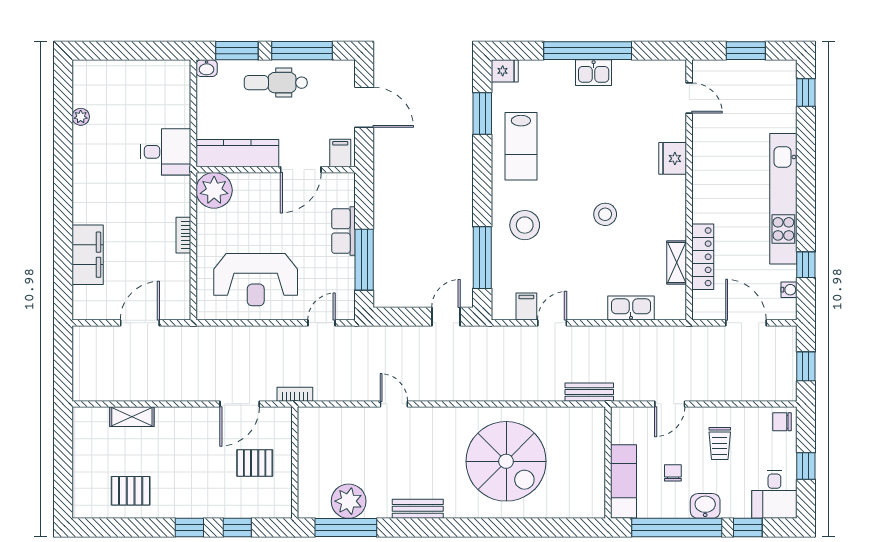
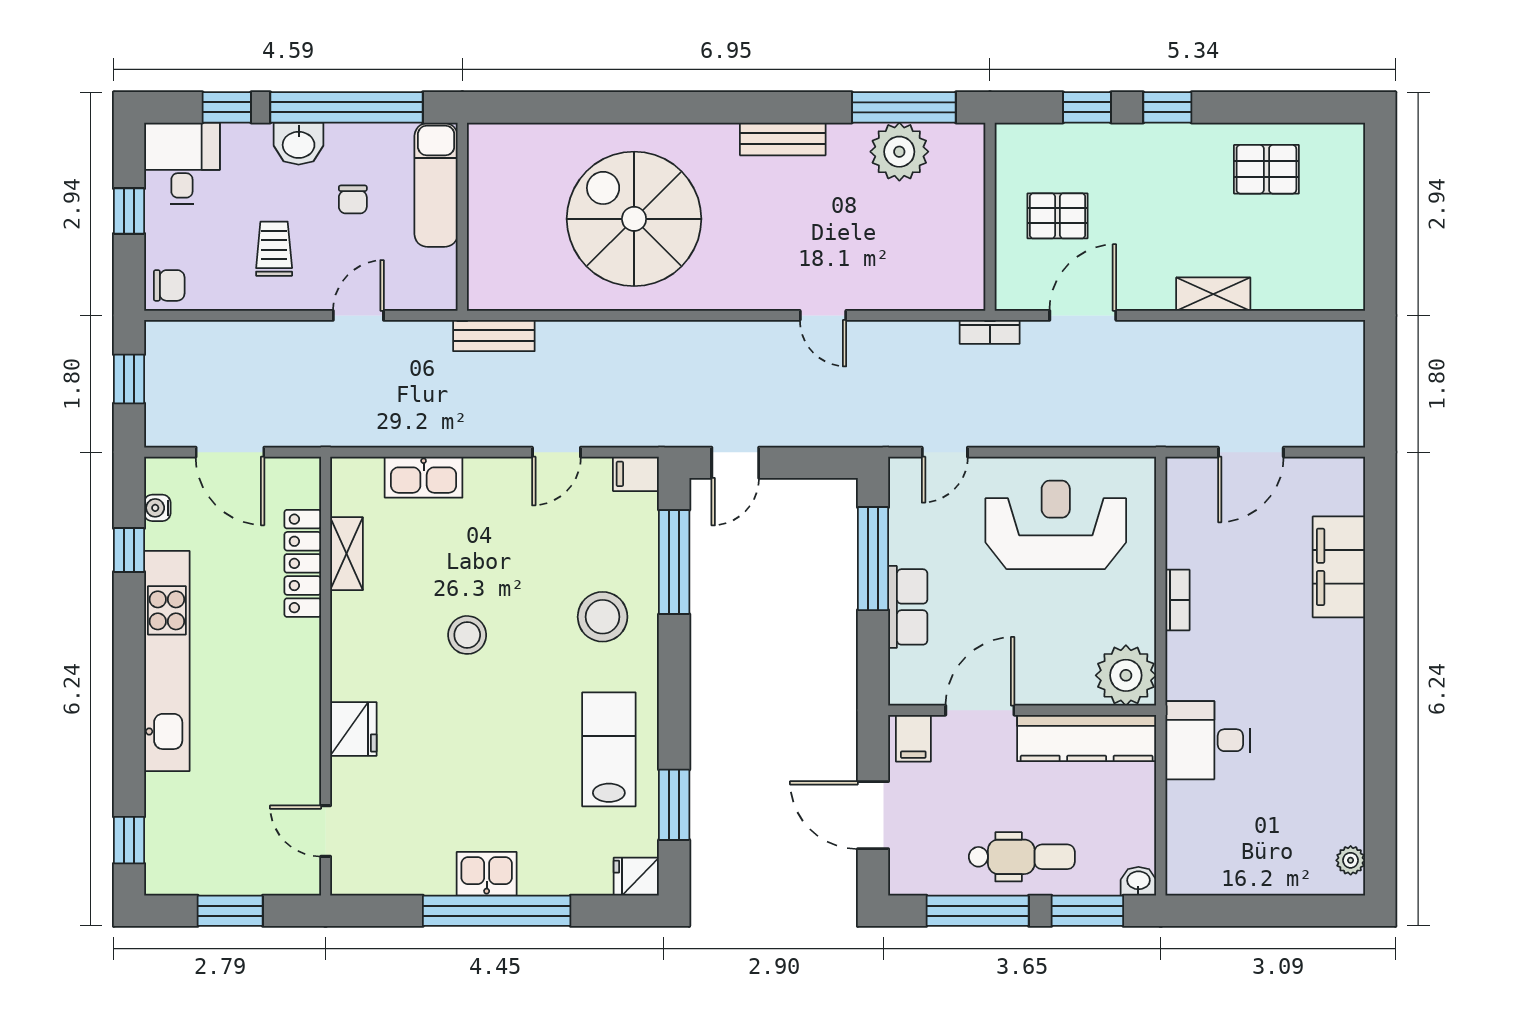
plant: (81, 117) -> (1351, 860), moved
filing cabinet: (526, 307) -> (636, 474), moved, turned 90
shelving: (132, 417) -> (1213, 294), moved

